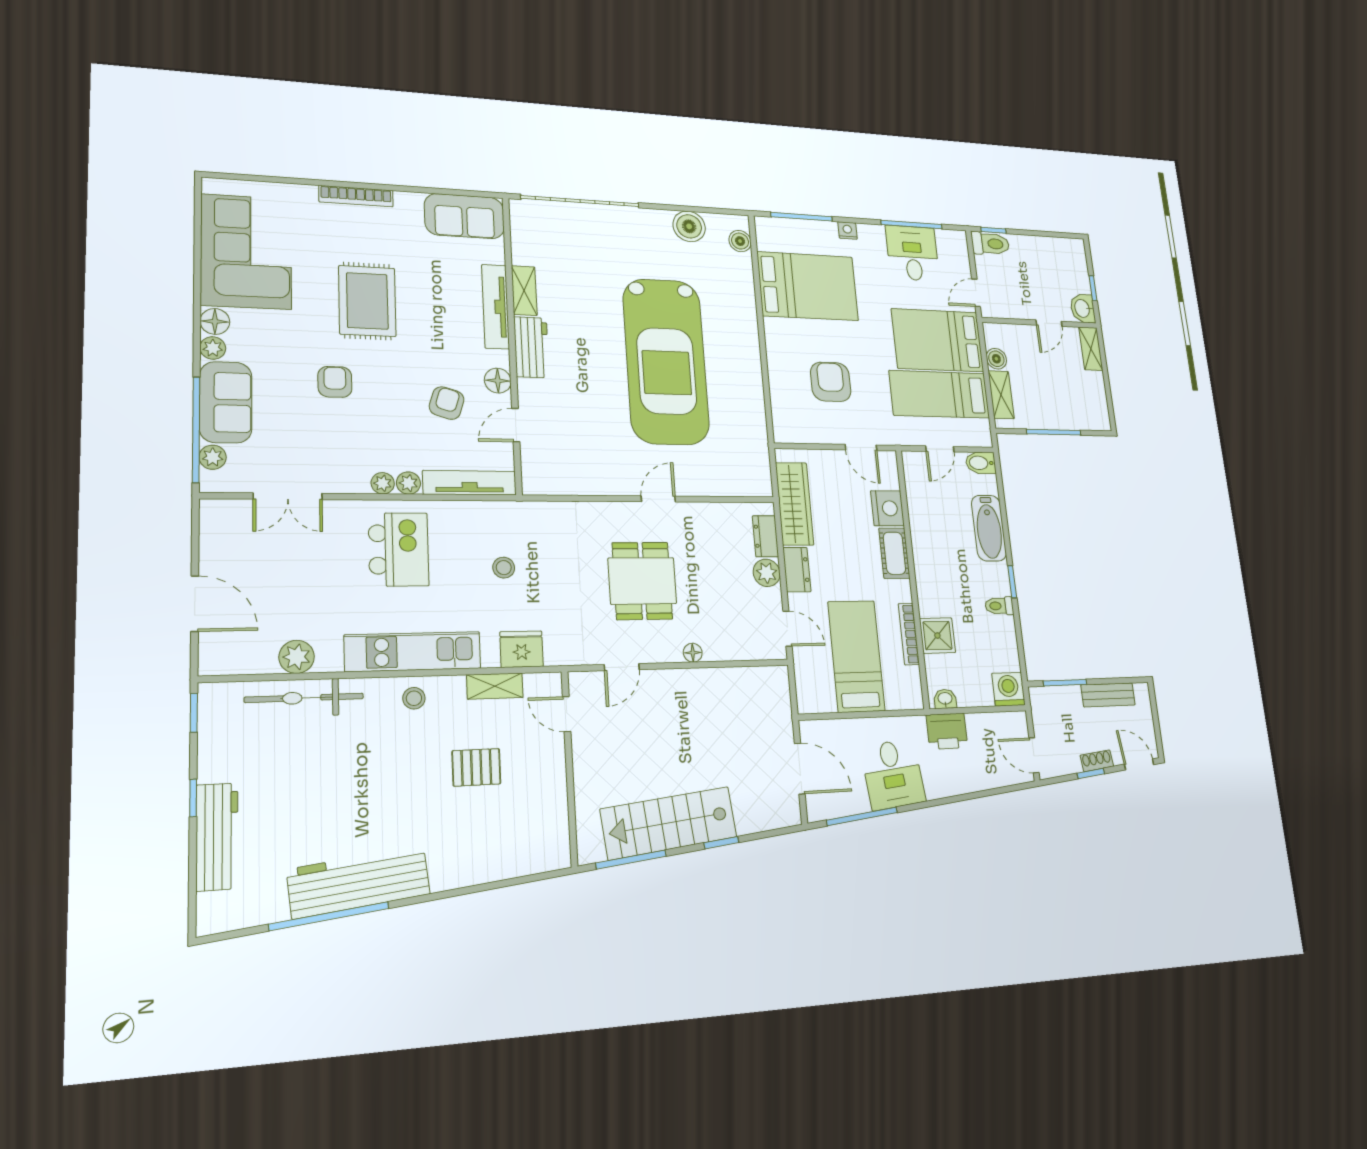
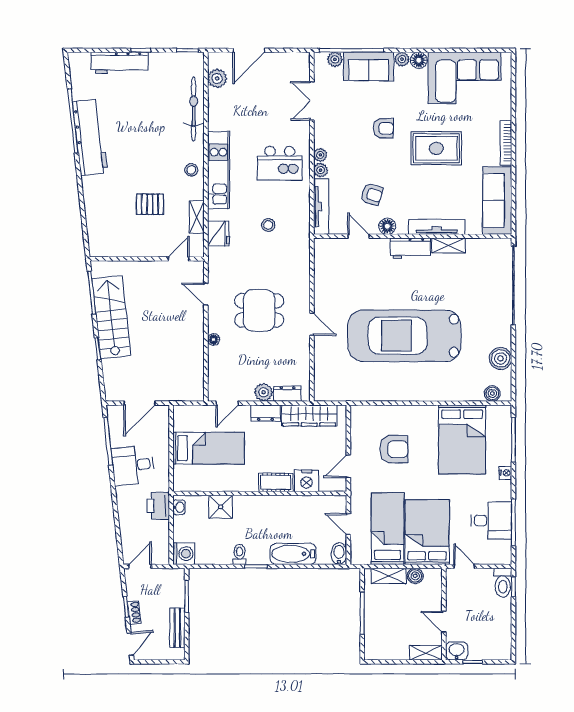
sofa: (464, 216) -> (497, 201), width x1.36
bookcase: (909, 634) -> (222, 486), removed
plant: (297, 657) -> (217, 79), moved
pallet: (476, 767) -> (150, 204), turned 90

